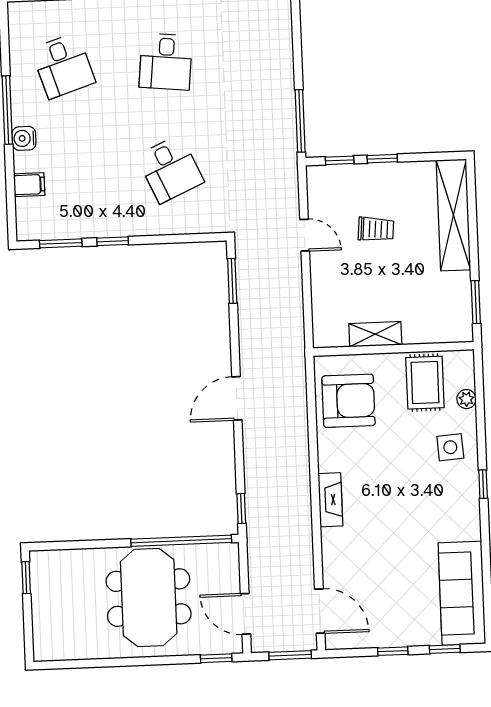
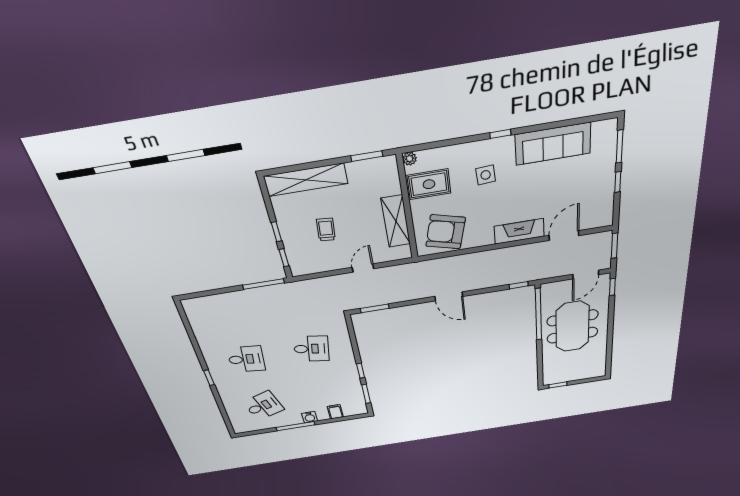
desk: (170, 169) -> (311, 349), turned 33
door: (305, 235) -> (363, 268), moved
shelving: (375, 334) -> (396, 221), width x1.50, depth x1.33
plant: (466, 399) -> (410, 159), moved
armchair: (349, 401) -> (446, 232), turned -75
side table: (450, 447) -> (486, 175), moved
fireplace: (330, 500) -> (519, 231), width x1.37, depth x1.32
sofa: (462, 593) -> (553, 144), moved
meeting table: (149, 598) -> (572, 327), turned 90
door: (320, 611) -> (564, 235), moved
window: (445, 649) -> (620, 147), width x1.50

